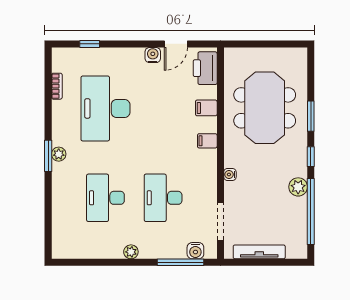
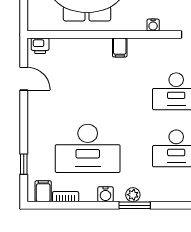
water cooler: (153, 55) -> (105, 194), moved, turned -90
printer: (205, 68) -> (40, 46), width x0.53, depth x0.68
filing cabinet: (206, 108) -> (43, 191), moved, turned 180

